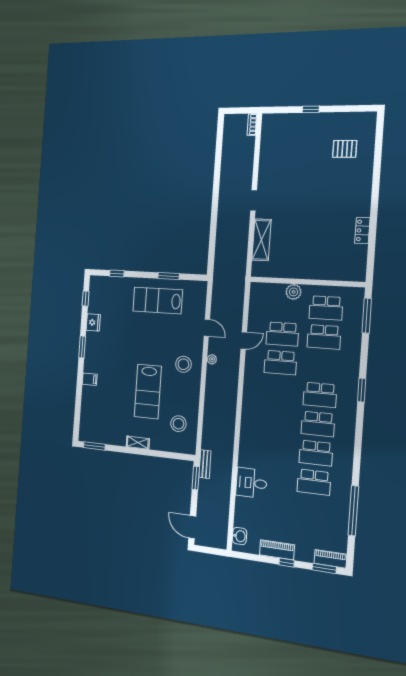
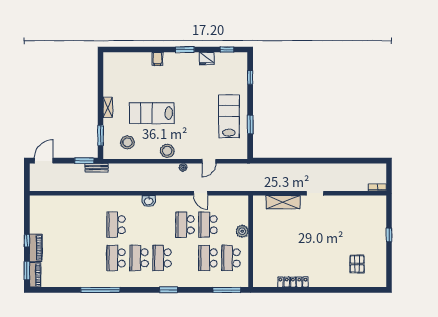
locker: (362, 231) -> (293, 282), width x1.53
stool: (183, 364) -> (167, 151), moved
window: (94, 446) -> (101, 136), moved
school desk: (314, 482) -> (116, 225), moved
desk: (251, 483) -> (86, 208), removed
window: (353, 511) -> (100, 290), moved
washbasin: (240, 536) -> (149, 201), moved
piano: (277, 550) -> (36, 248), moved

